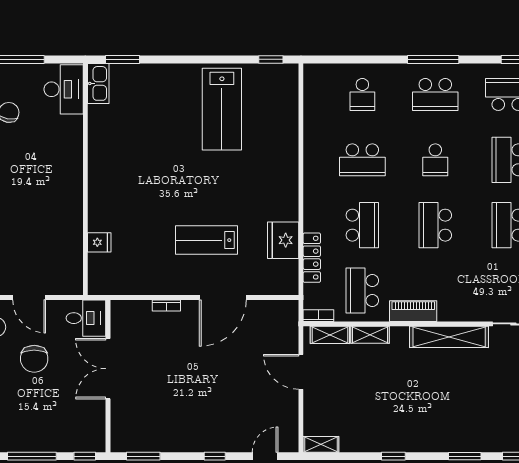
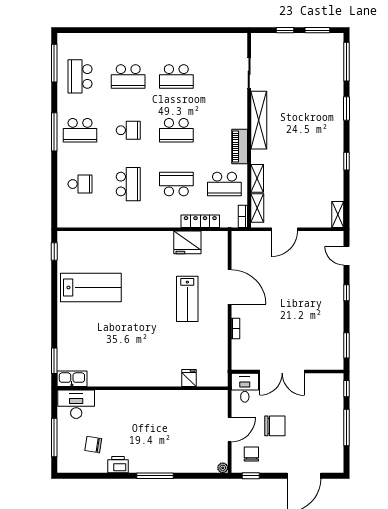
school desk: (435, 94) -> (80, 130), turned 90

